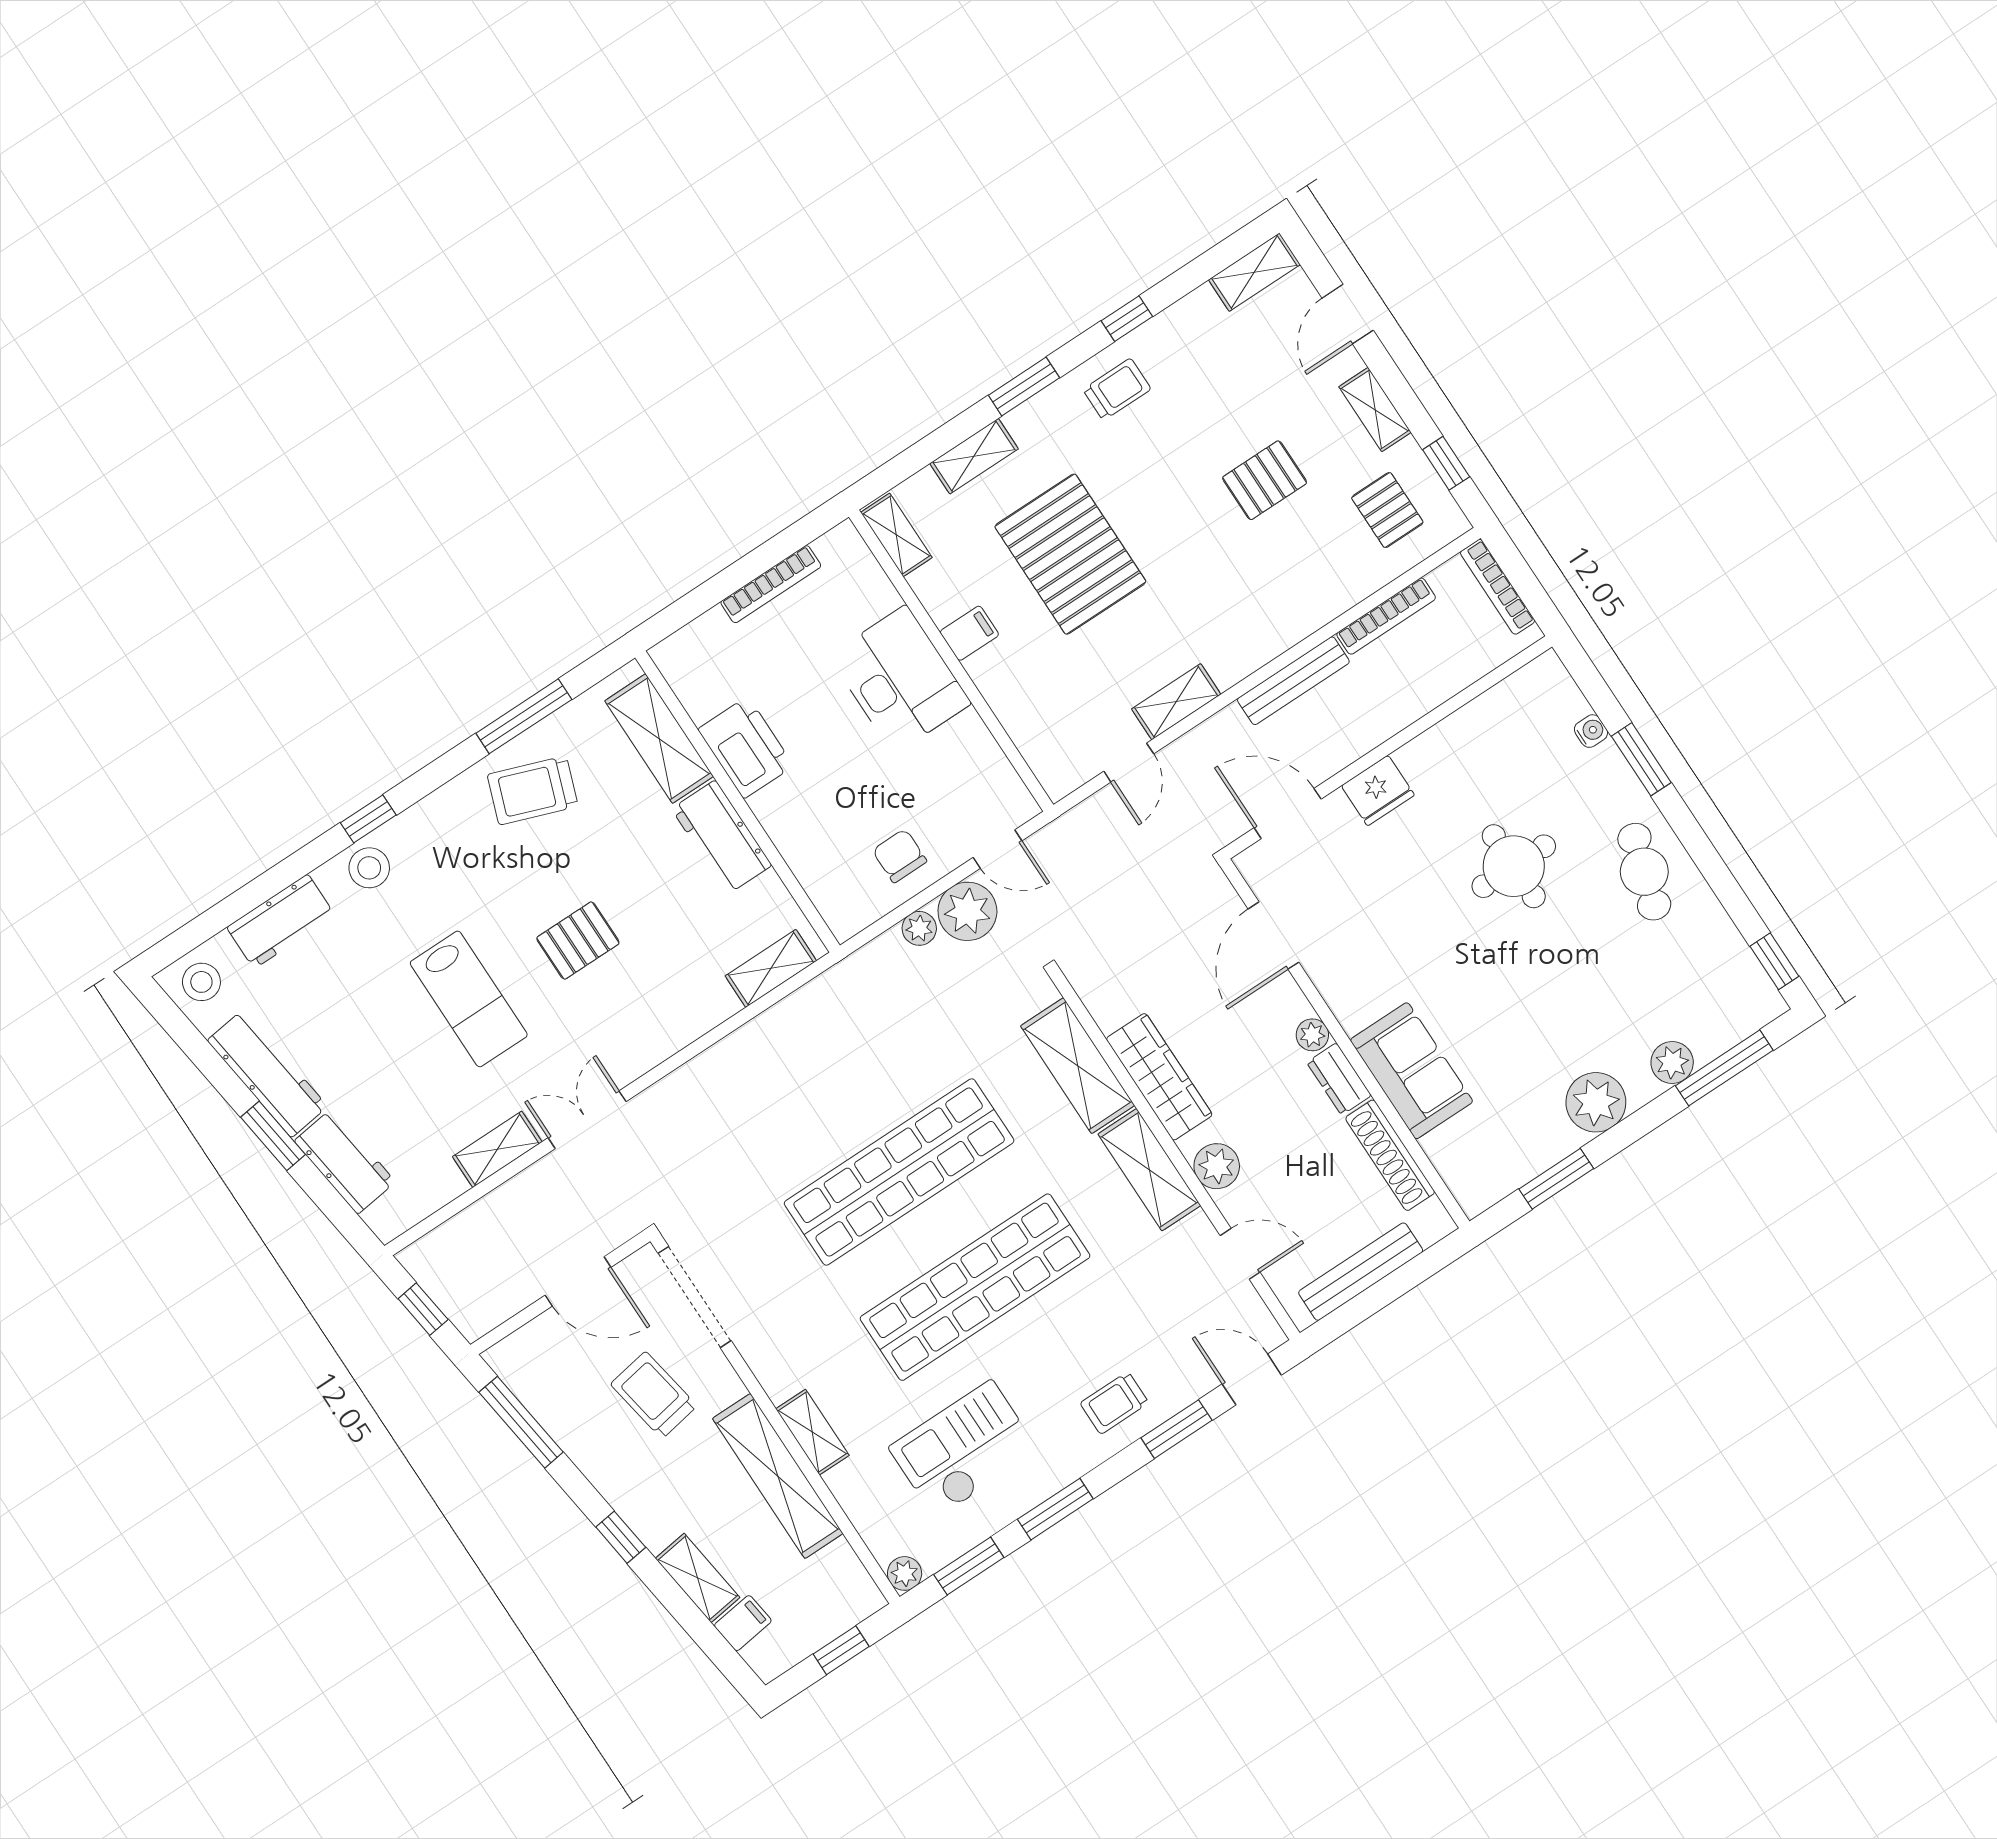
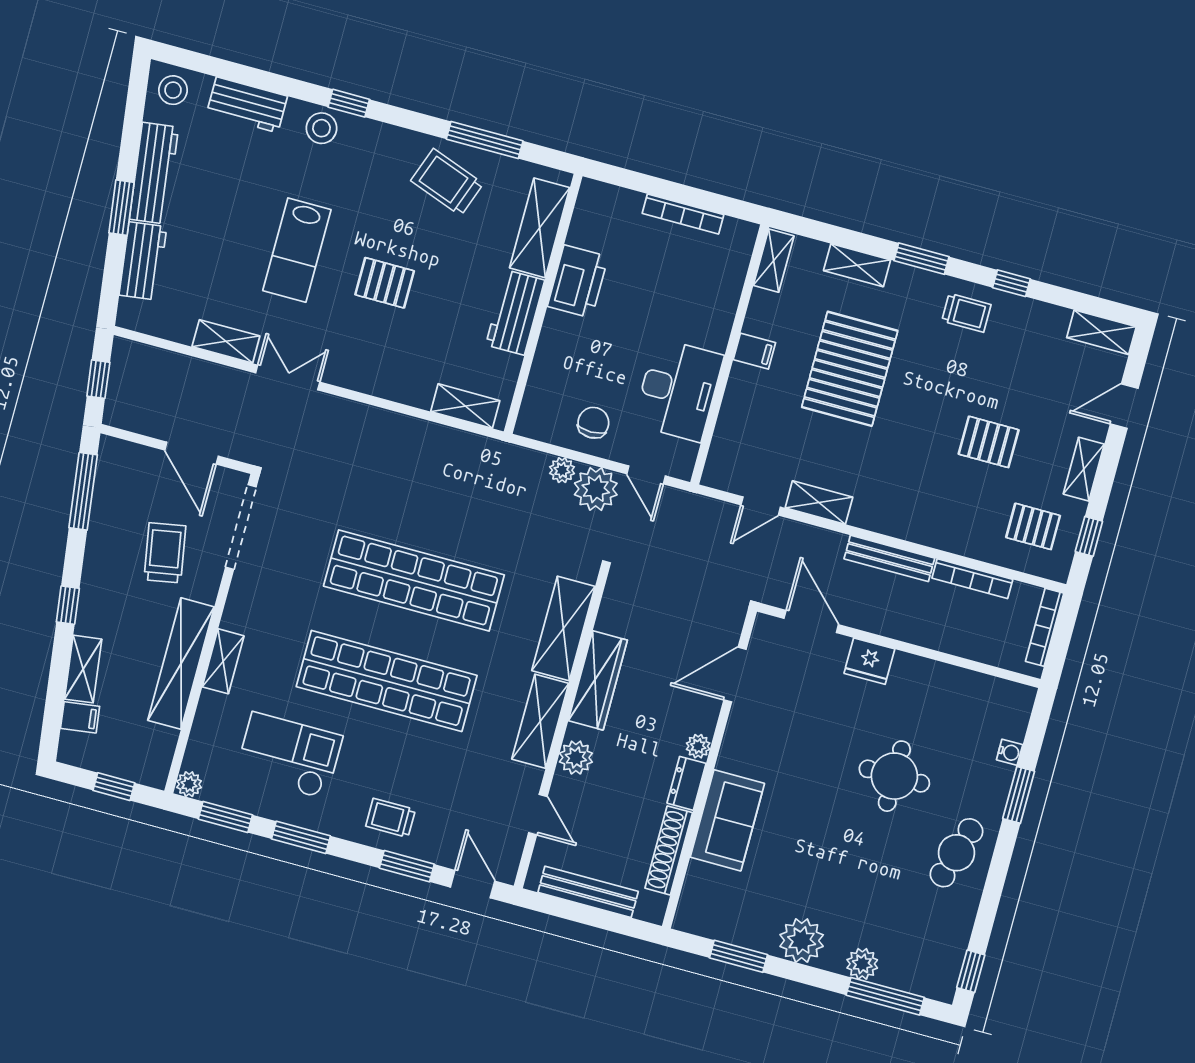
pallet: (1387, 510) -> (1033, 526), turned 90
desk: (900, 680) -> (678, 390), moved

